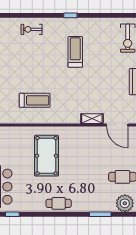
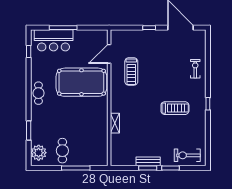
door: (117, 125) -> (109, 54), moved
pool table: (47, 156) -> (81, 82), width x1.36, depth x1.32

